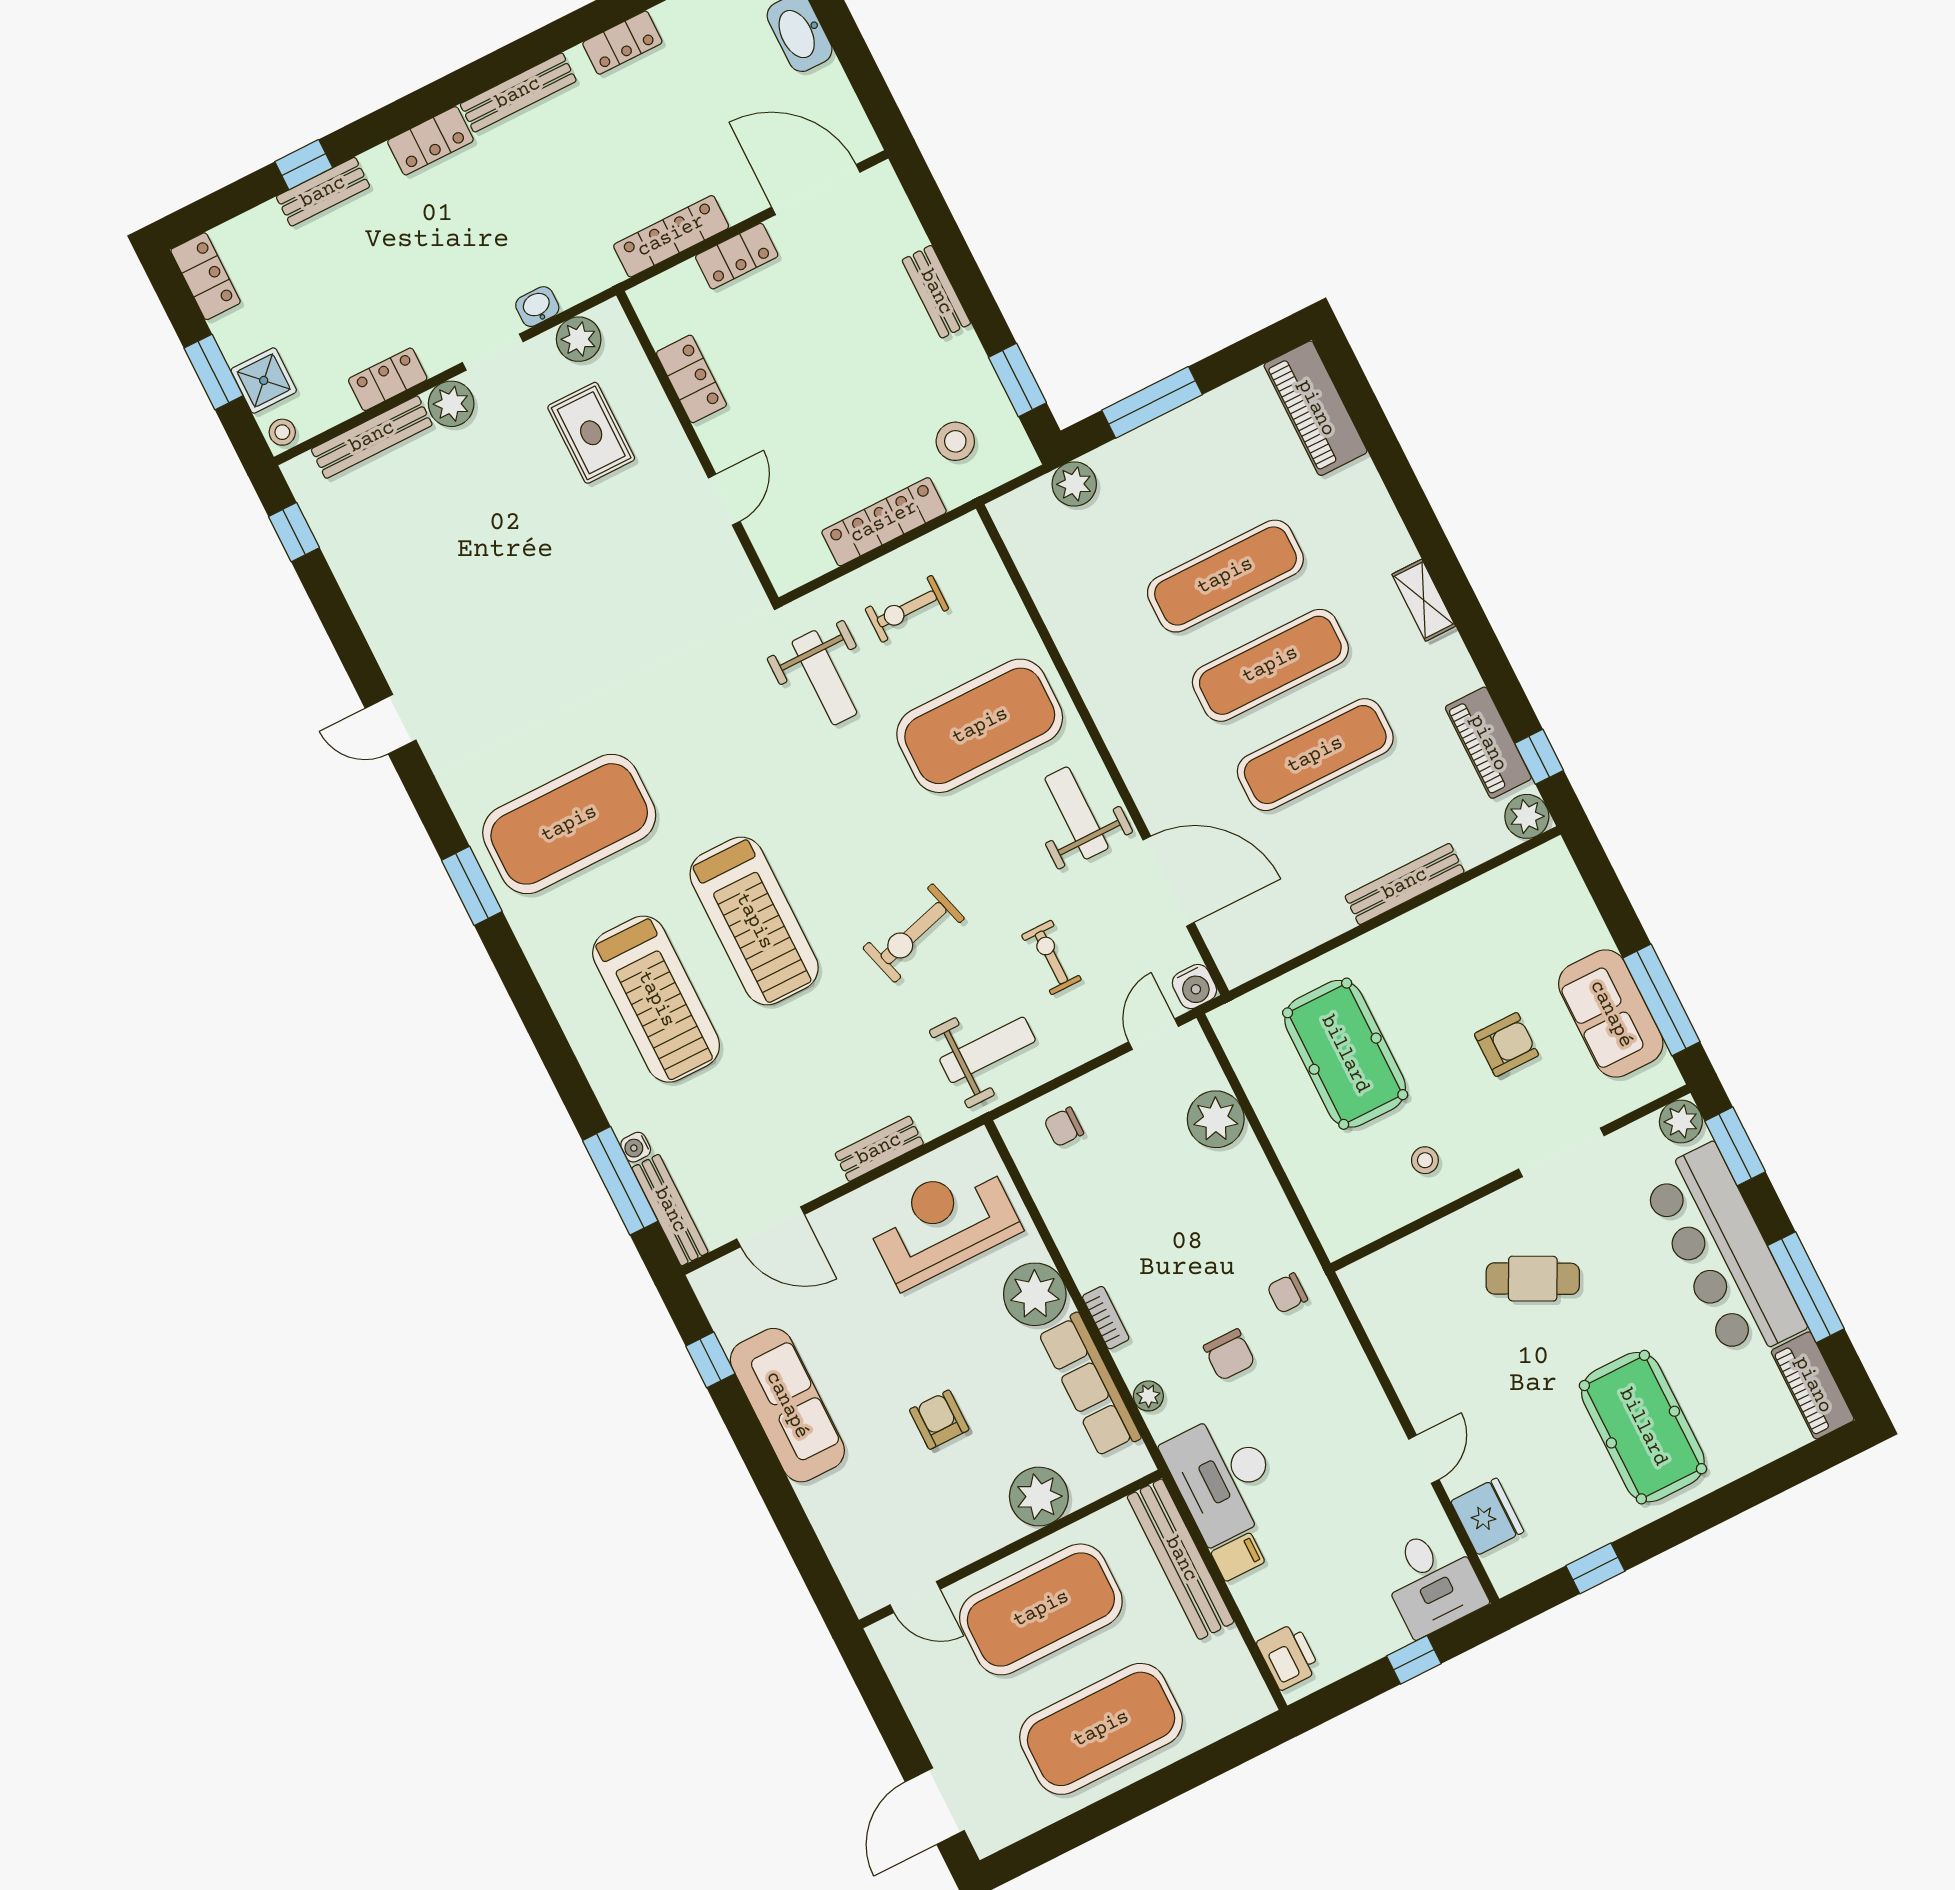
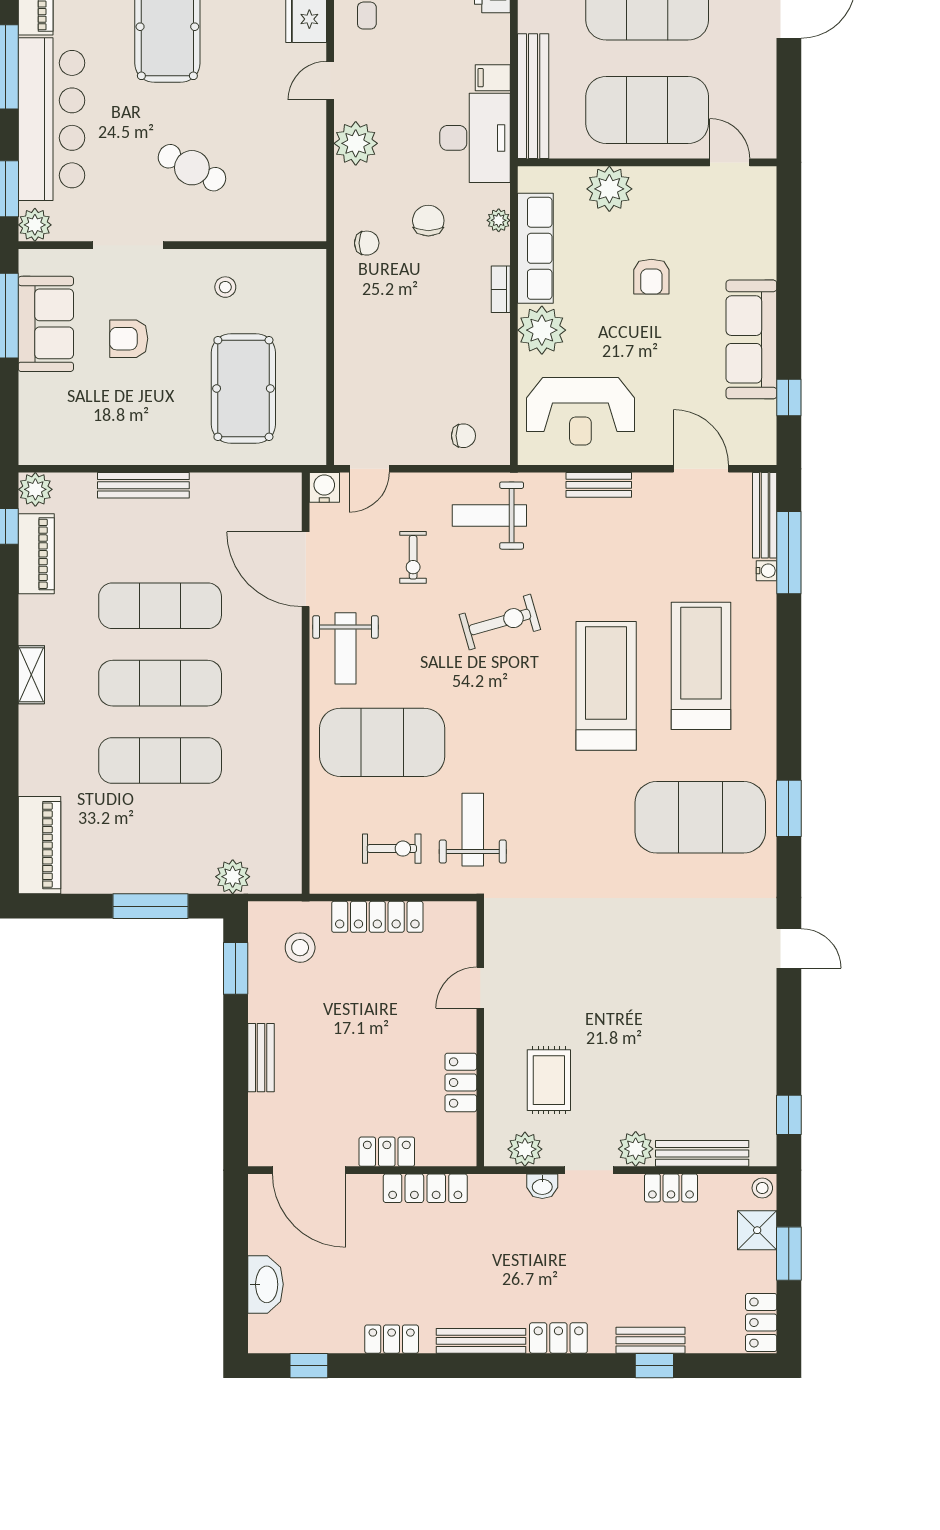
plant: (1216, 1119) -> (356, 143), moved

